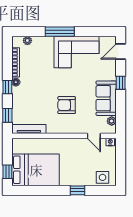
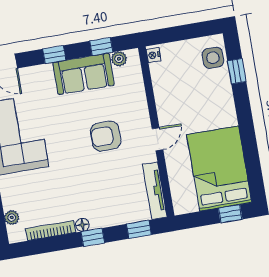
armchair: (67, 105) -> (106, 136), turned 90
window: (121, 112) -> (101, 47), added
door: (94, 136) -> (158, 139), moved
window: (78, 190) -> (237, 71), moved

